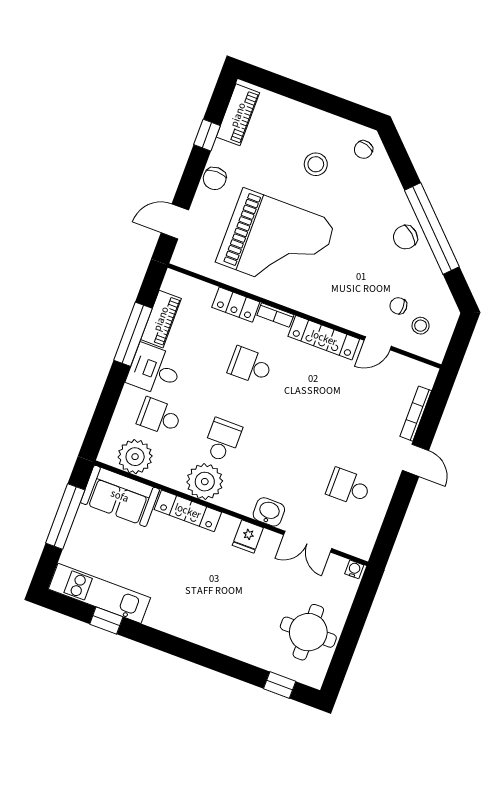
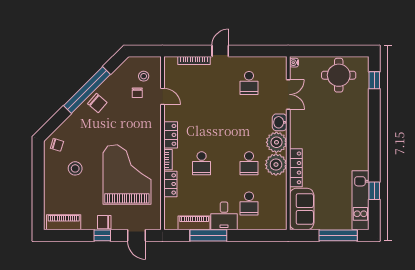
window: (207, 135) -> (102, 235), moved
chair: (215, 178) -> (104, 222), turned 180
locker: (324, 338) -> (171, 135), width x0.66
school desk: (222, 440) -> (249, 163), turned -90
plant: (135, 457) -> (276, 142), moved
window: (65, 516) -> (338, 235), moved
fridge: (248, 537) -> (298, 129), removed

